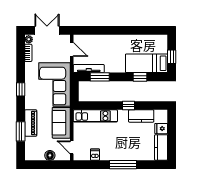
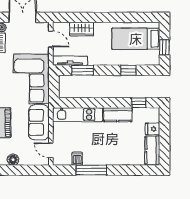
wardrobe: (99, 41) -> (82, 29), added
bed: (147, 63) -> (136, 39), moved
window: (129, 105) -> (139, 103), moved
kitchen counter: (141, 116) -> (118, 115), moved
floor lamp: (50, 155) -> (13, 160), moved
window: (123, 165) -> (91, 170), moved

